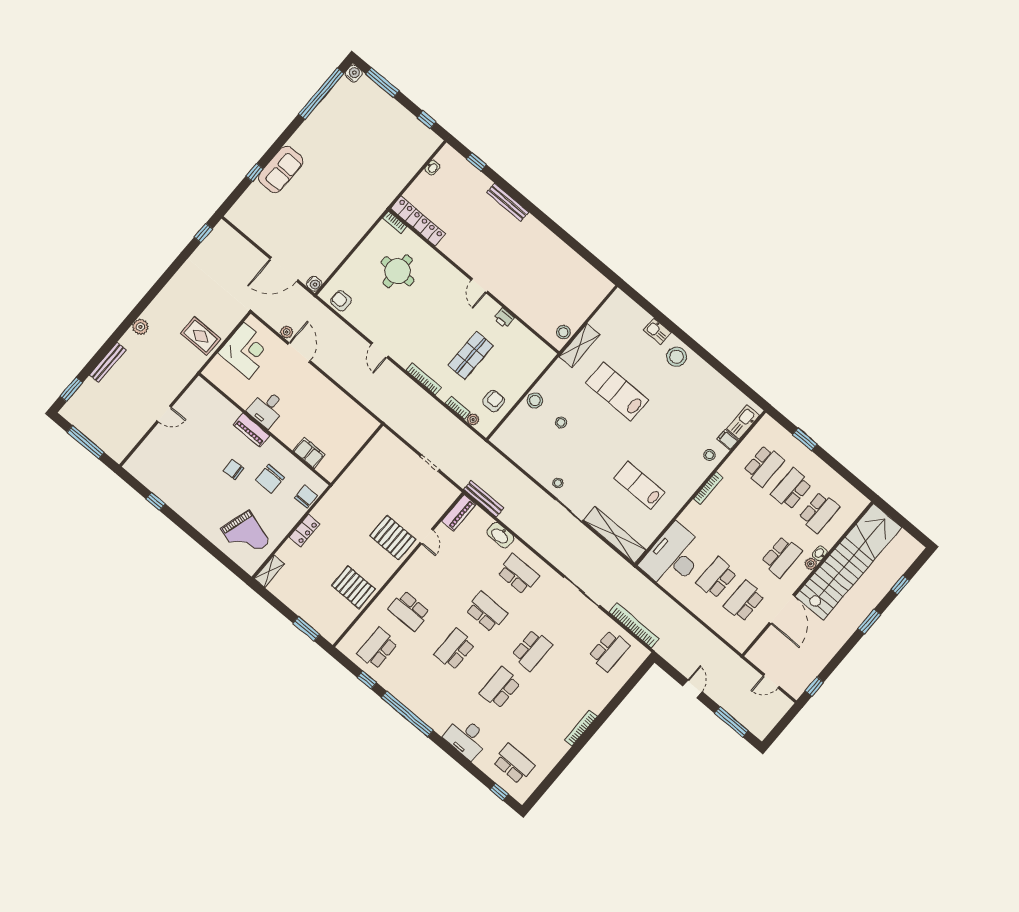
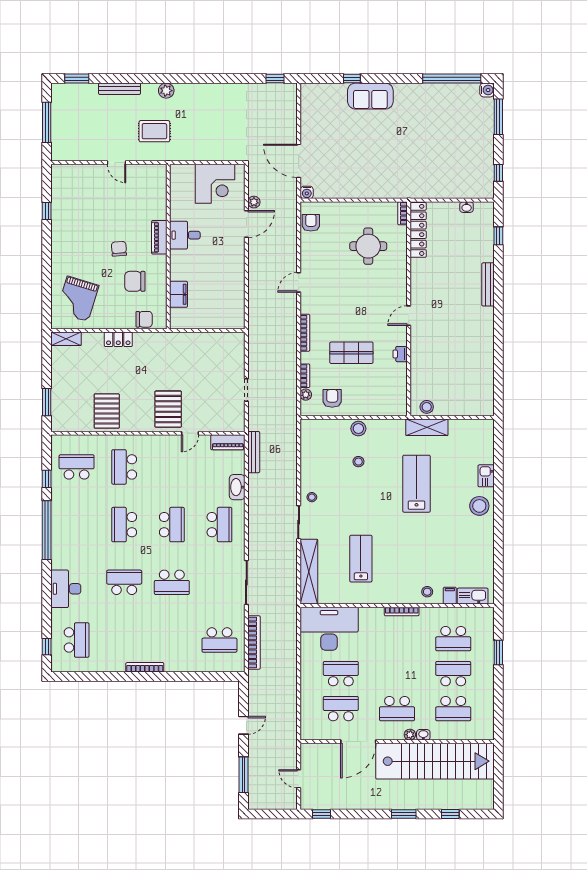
rug: (201, 336) -> (154, 131), moved, turned 90
armchair: (494, 401) -> (332, 398), turned -90
school desk: (455, 649) -> (124, 525), turned -90

